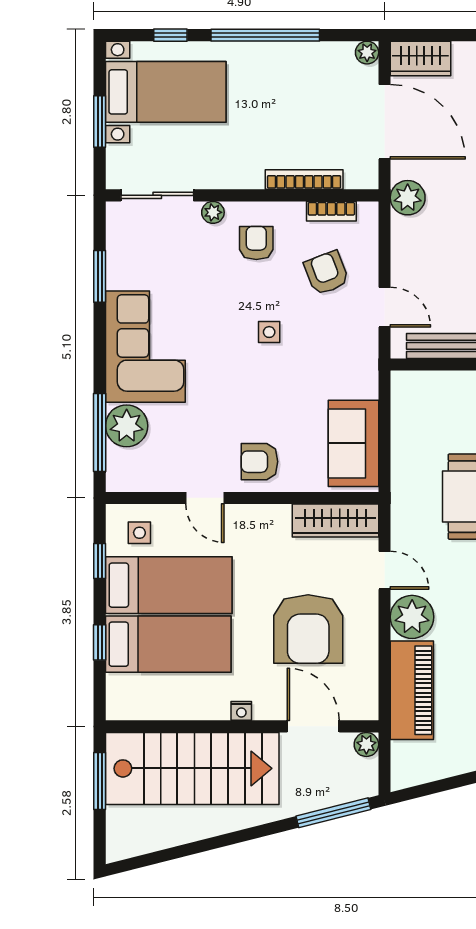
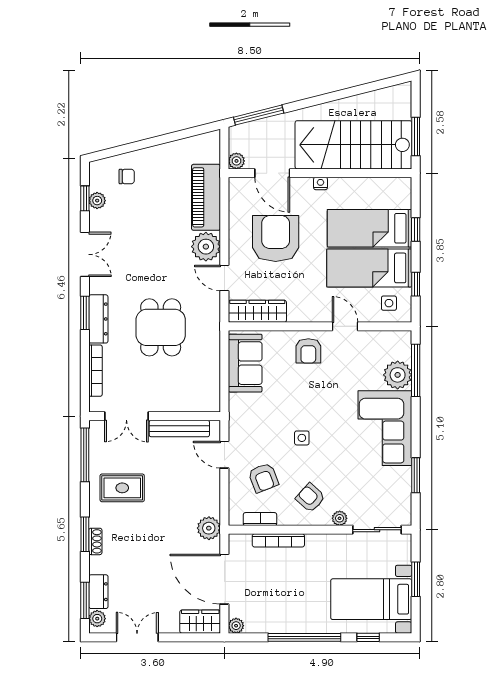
armchair: (256, 243) -> (310, 498), turned 132
armchair: (259, 462) -> (308, 351), turned 90

